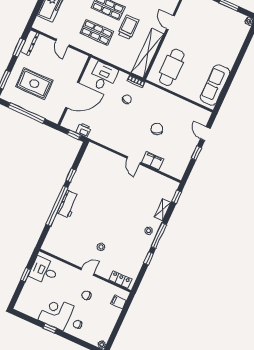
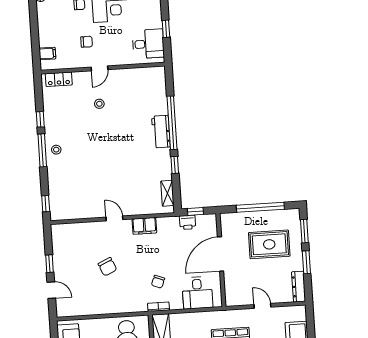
window: (19, 48) -> (306, 262), moved
filing cabinet: (153, 161) -> (144, 226), moved
shelving: (163, 210) -> (167, 193), moved

